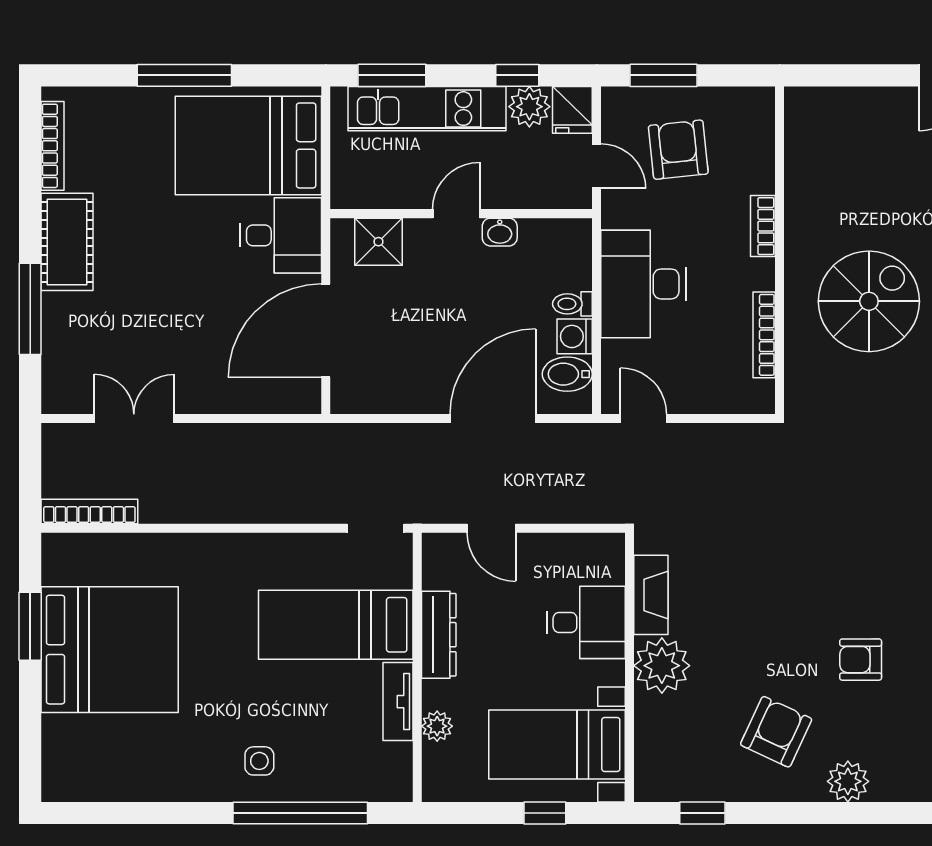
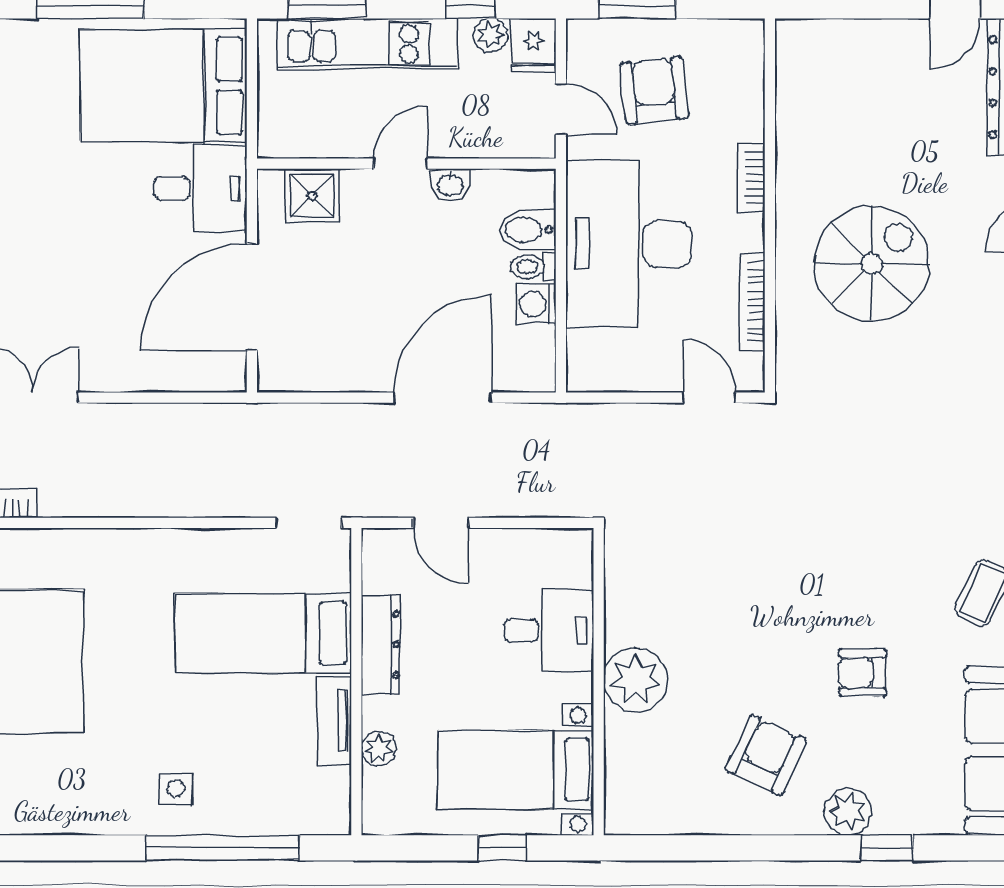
plant: (529, 107) -> (491, 35), width x0.73, depth x0.73
desk: (643, 284) -> (629, 244), width x1.36, depth x1.30
bidet: (567, 374) -> (528, 230), moved
door: (644, 419) -> (709, 398), moved
fireplace: (651, 595) -> (623, 599), removed
window: (702, 813) -> (887, 848), moved

